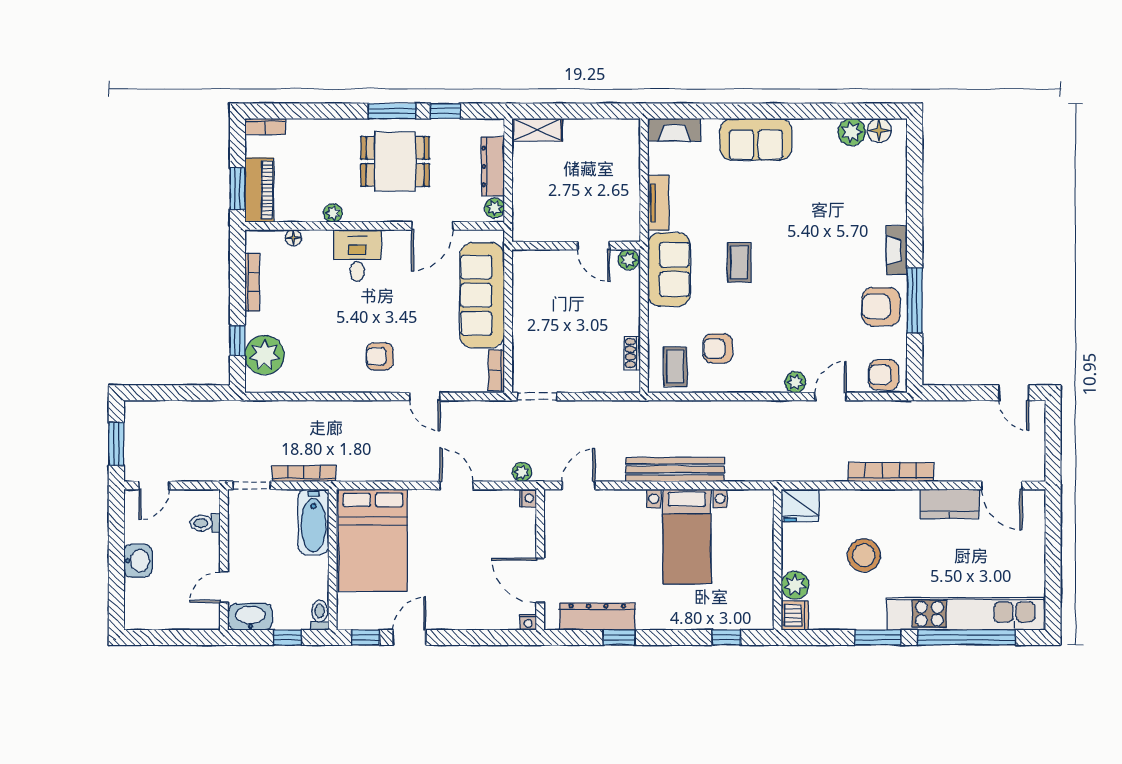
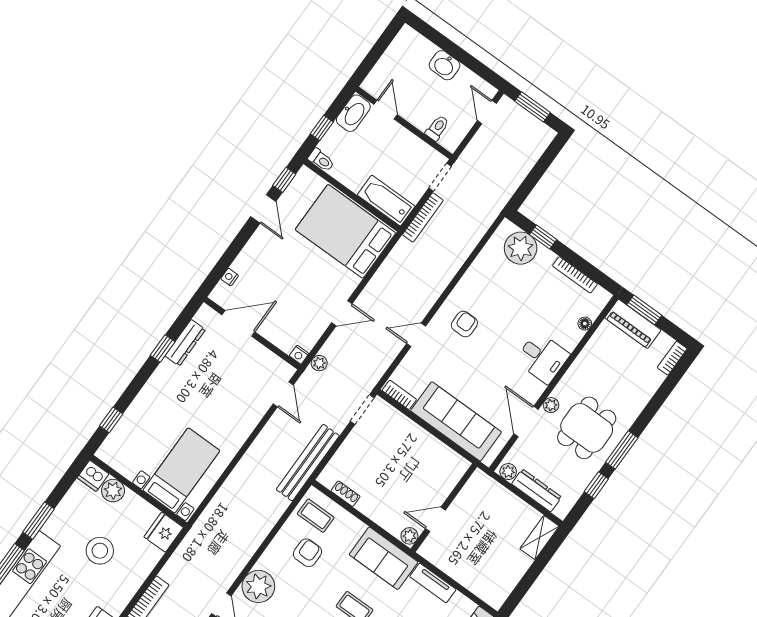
plant: (333, 213) -> (551, 405), moved
plant: (795, 382) -> (258, 586), width x1.88, depth x1.88
bench: (675, 469) -> (308, 463), moved
bed with nightstands: (687, 536) -> (181, 471), moved, turned 90
dresser: (597, 617) -> (185, 343), width x0.73, depth x0.80
nightstand: (528, 622) -> (230, 277), moved

